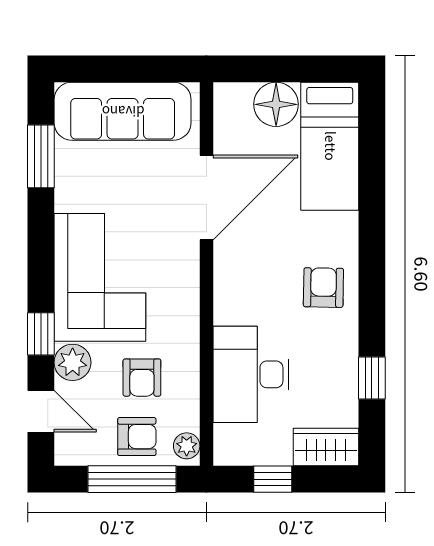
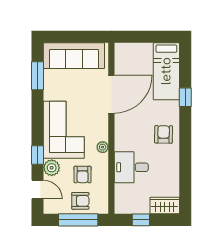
floor lamp: (276, 104) -> (142, 53), removed
desk: (251, 374) -> (131, 167), width x0.73
window: (372, 378) -> (185, 97), moved
plant: (187, 446) -> (103, 147), moved

